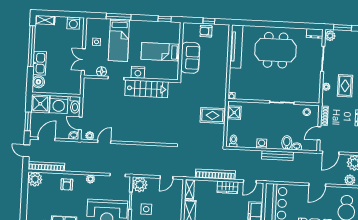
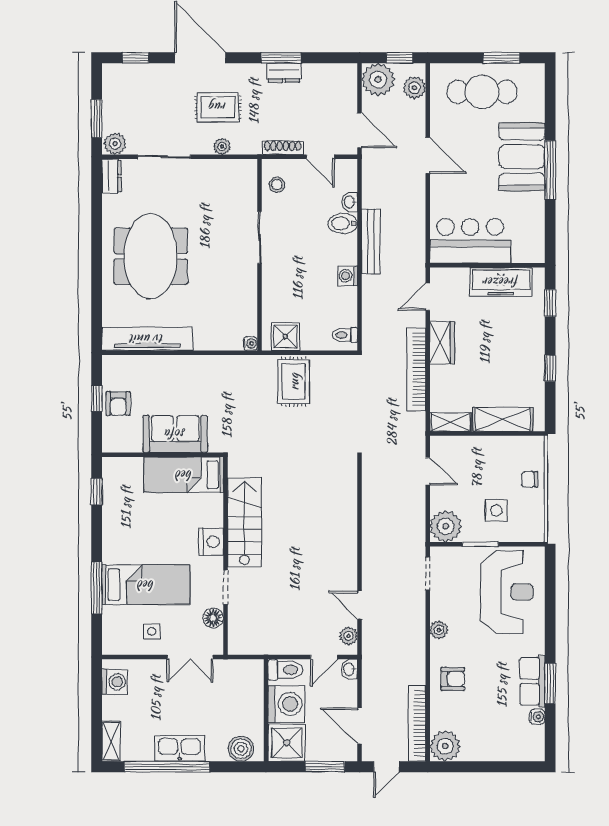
bed: (160, 52) -> (184, 475), moved, turned 90
kitchen sink: (40, 63) -> (180, 748), moved
door: (250, 181) -> (428, 297), swing flipped

